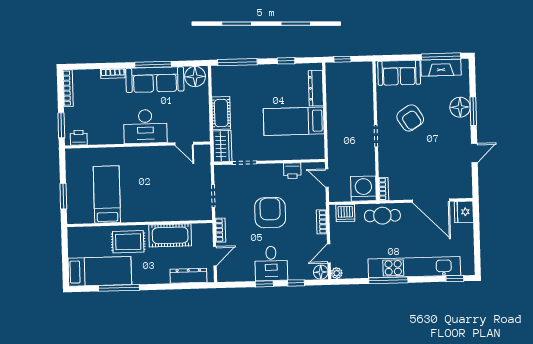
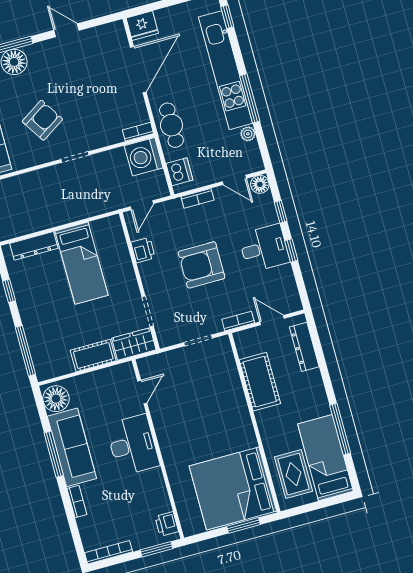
bed: (107, 195) -> (233, 488), width x2.04
rug: (128, 242) -> (293, 474), moved
plant: (337, 273) -> (248, 134), moved

